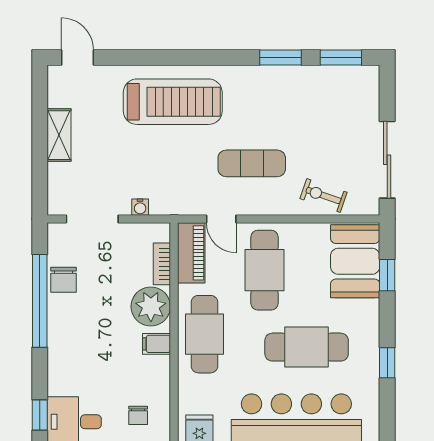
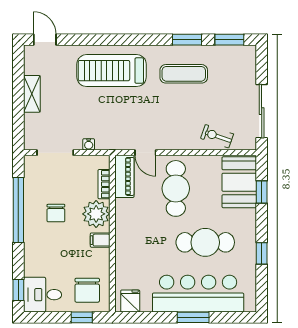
treadmill: (173, 102) -> (112, 71), turned 180
exercise mat: (252, 163) -> (184, 74), moved
chair: (64, 280) -> (56, 213), moved
cafe table: (204, 334) -> (134, 233), removed
chair: (138, 415) -> (87, 290), width x1.87, depth x1.87

